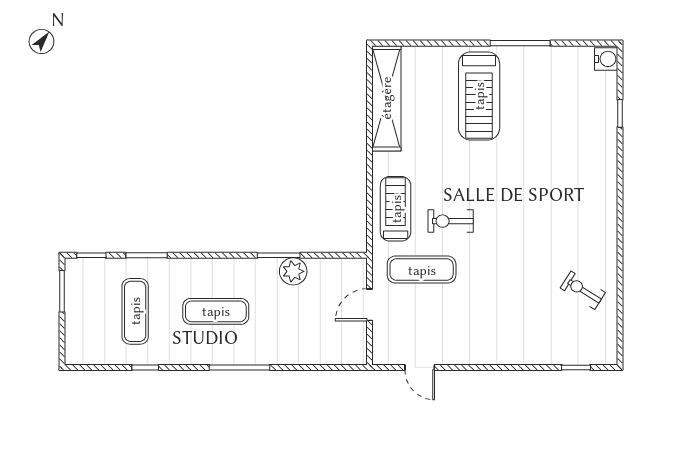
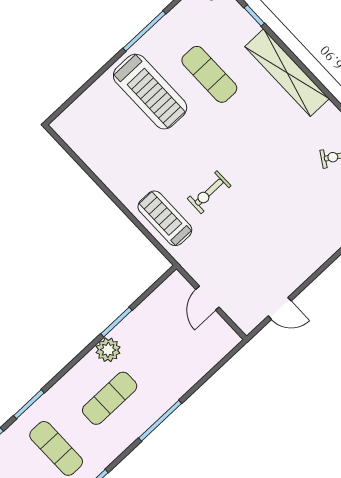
shelving: (386, 98) -> (287, 73), moved
exercise mat: (422, 270) -> (209, 74), moved, turned 90
plant: (293, 271) -> (108, 350), moved

